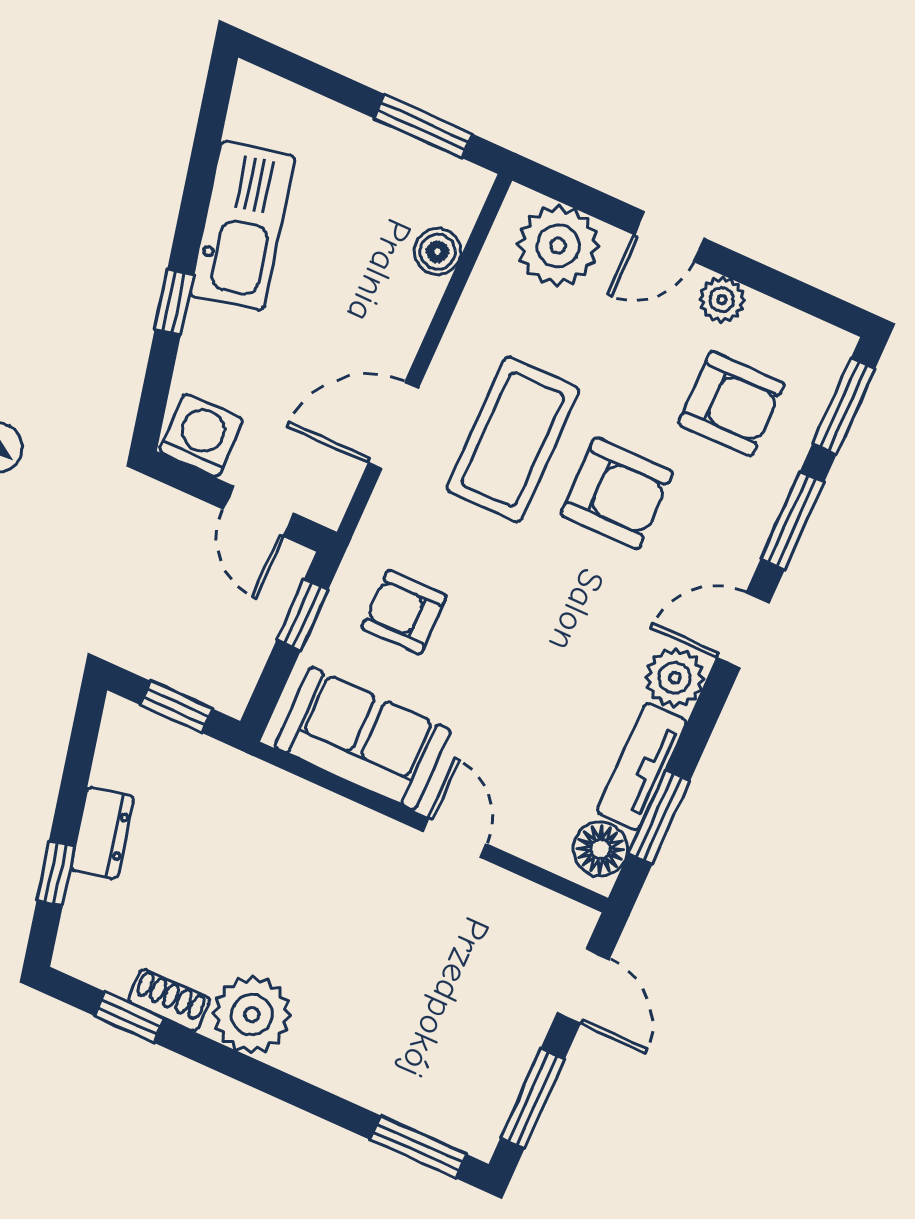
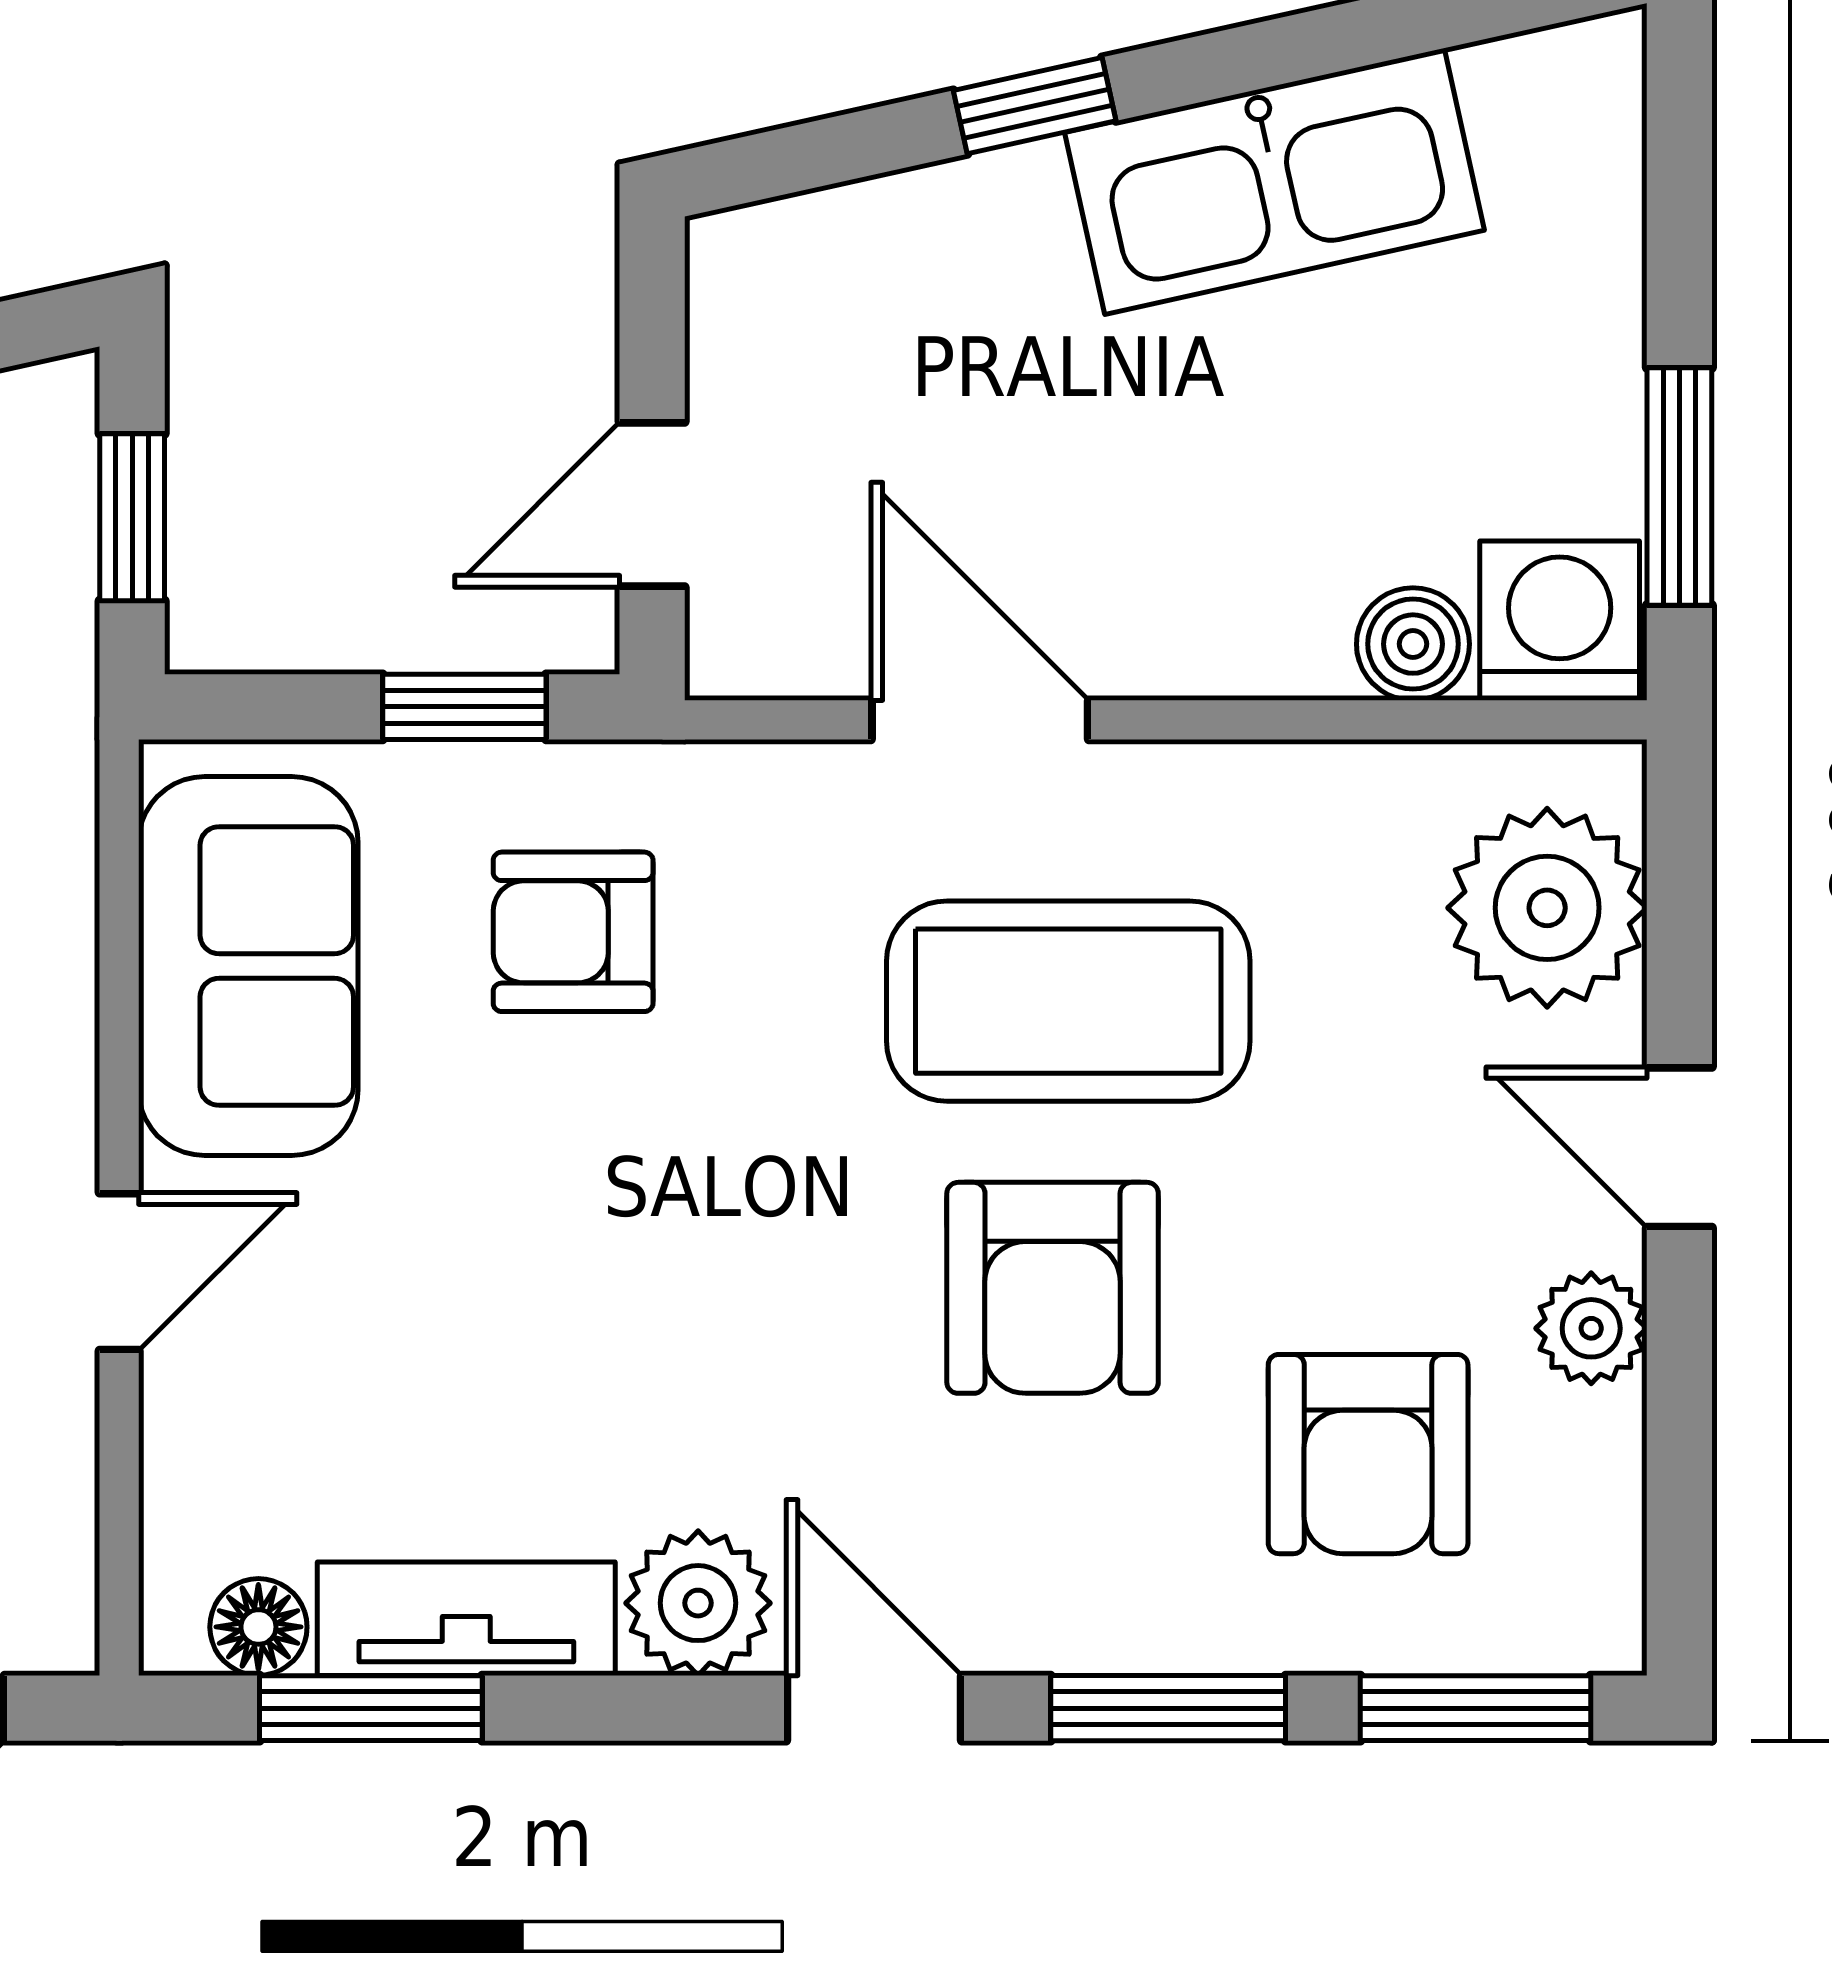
washing machine: (201, 435) -> (1560, 621), moved, turned -90
armchair: (404, 612) -> (573, 932), turned -90
floor lamp: (600, 849) -> (258, 1627), width x0.73, depth x0.73

